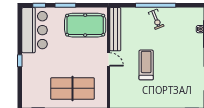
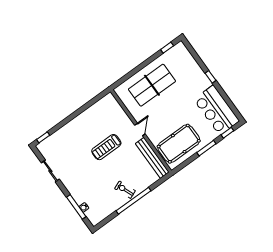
door: (108, 59) -> (140, 130), swing flipped
treadmill: (146, 65) -> (106, 147), turned 90

